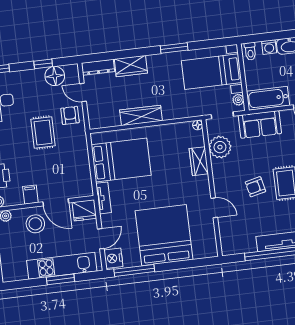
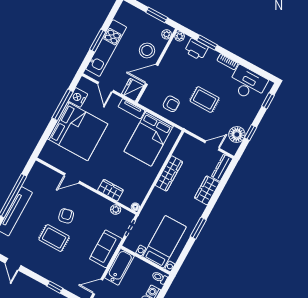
plant: (238, 100) -> (133, 246), removed
armchair: (70, 115) -> (171, 104), moved
plant: (220, 147) -> (116, 209), width x0.53, depth x0.53
filing cabinet: (30, 195) -> (169, 61), removed
nightstand: (113, 258) -> (78, 97), moved, turned -90
window: (134, 270) -> (63, 105), moved

